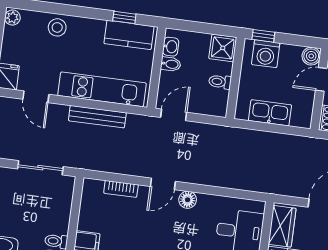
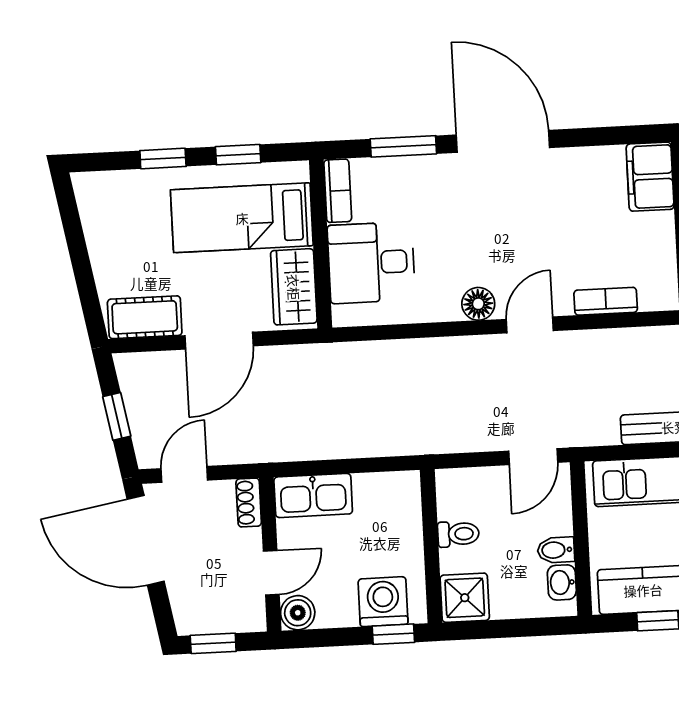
kitchen sink: (270, 113) -> (313, 495), moved

